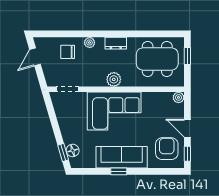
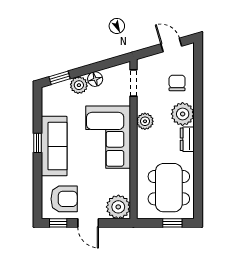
plant: (90, 43) -> (183, 114), width x1.88, depth x1.88
plant: (114, 79) -> (145, 121), moved
plant: (179, 97) -> (118, 207), width x1.87, depth x1.87
door: (187, 128) -> (88, 223), swing flipped
plant: (69, 136) -> (79, 85), added
floor lamp: (73, 150) -> (95, 79), moved

